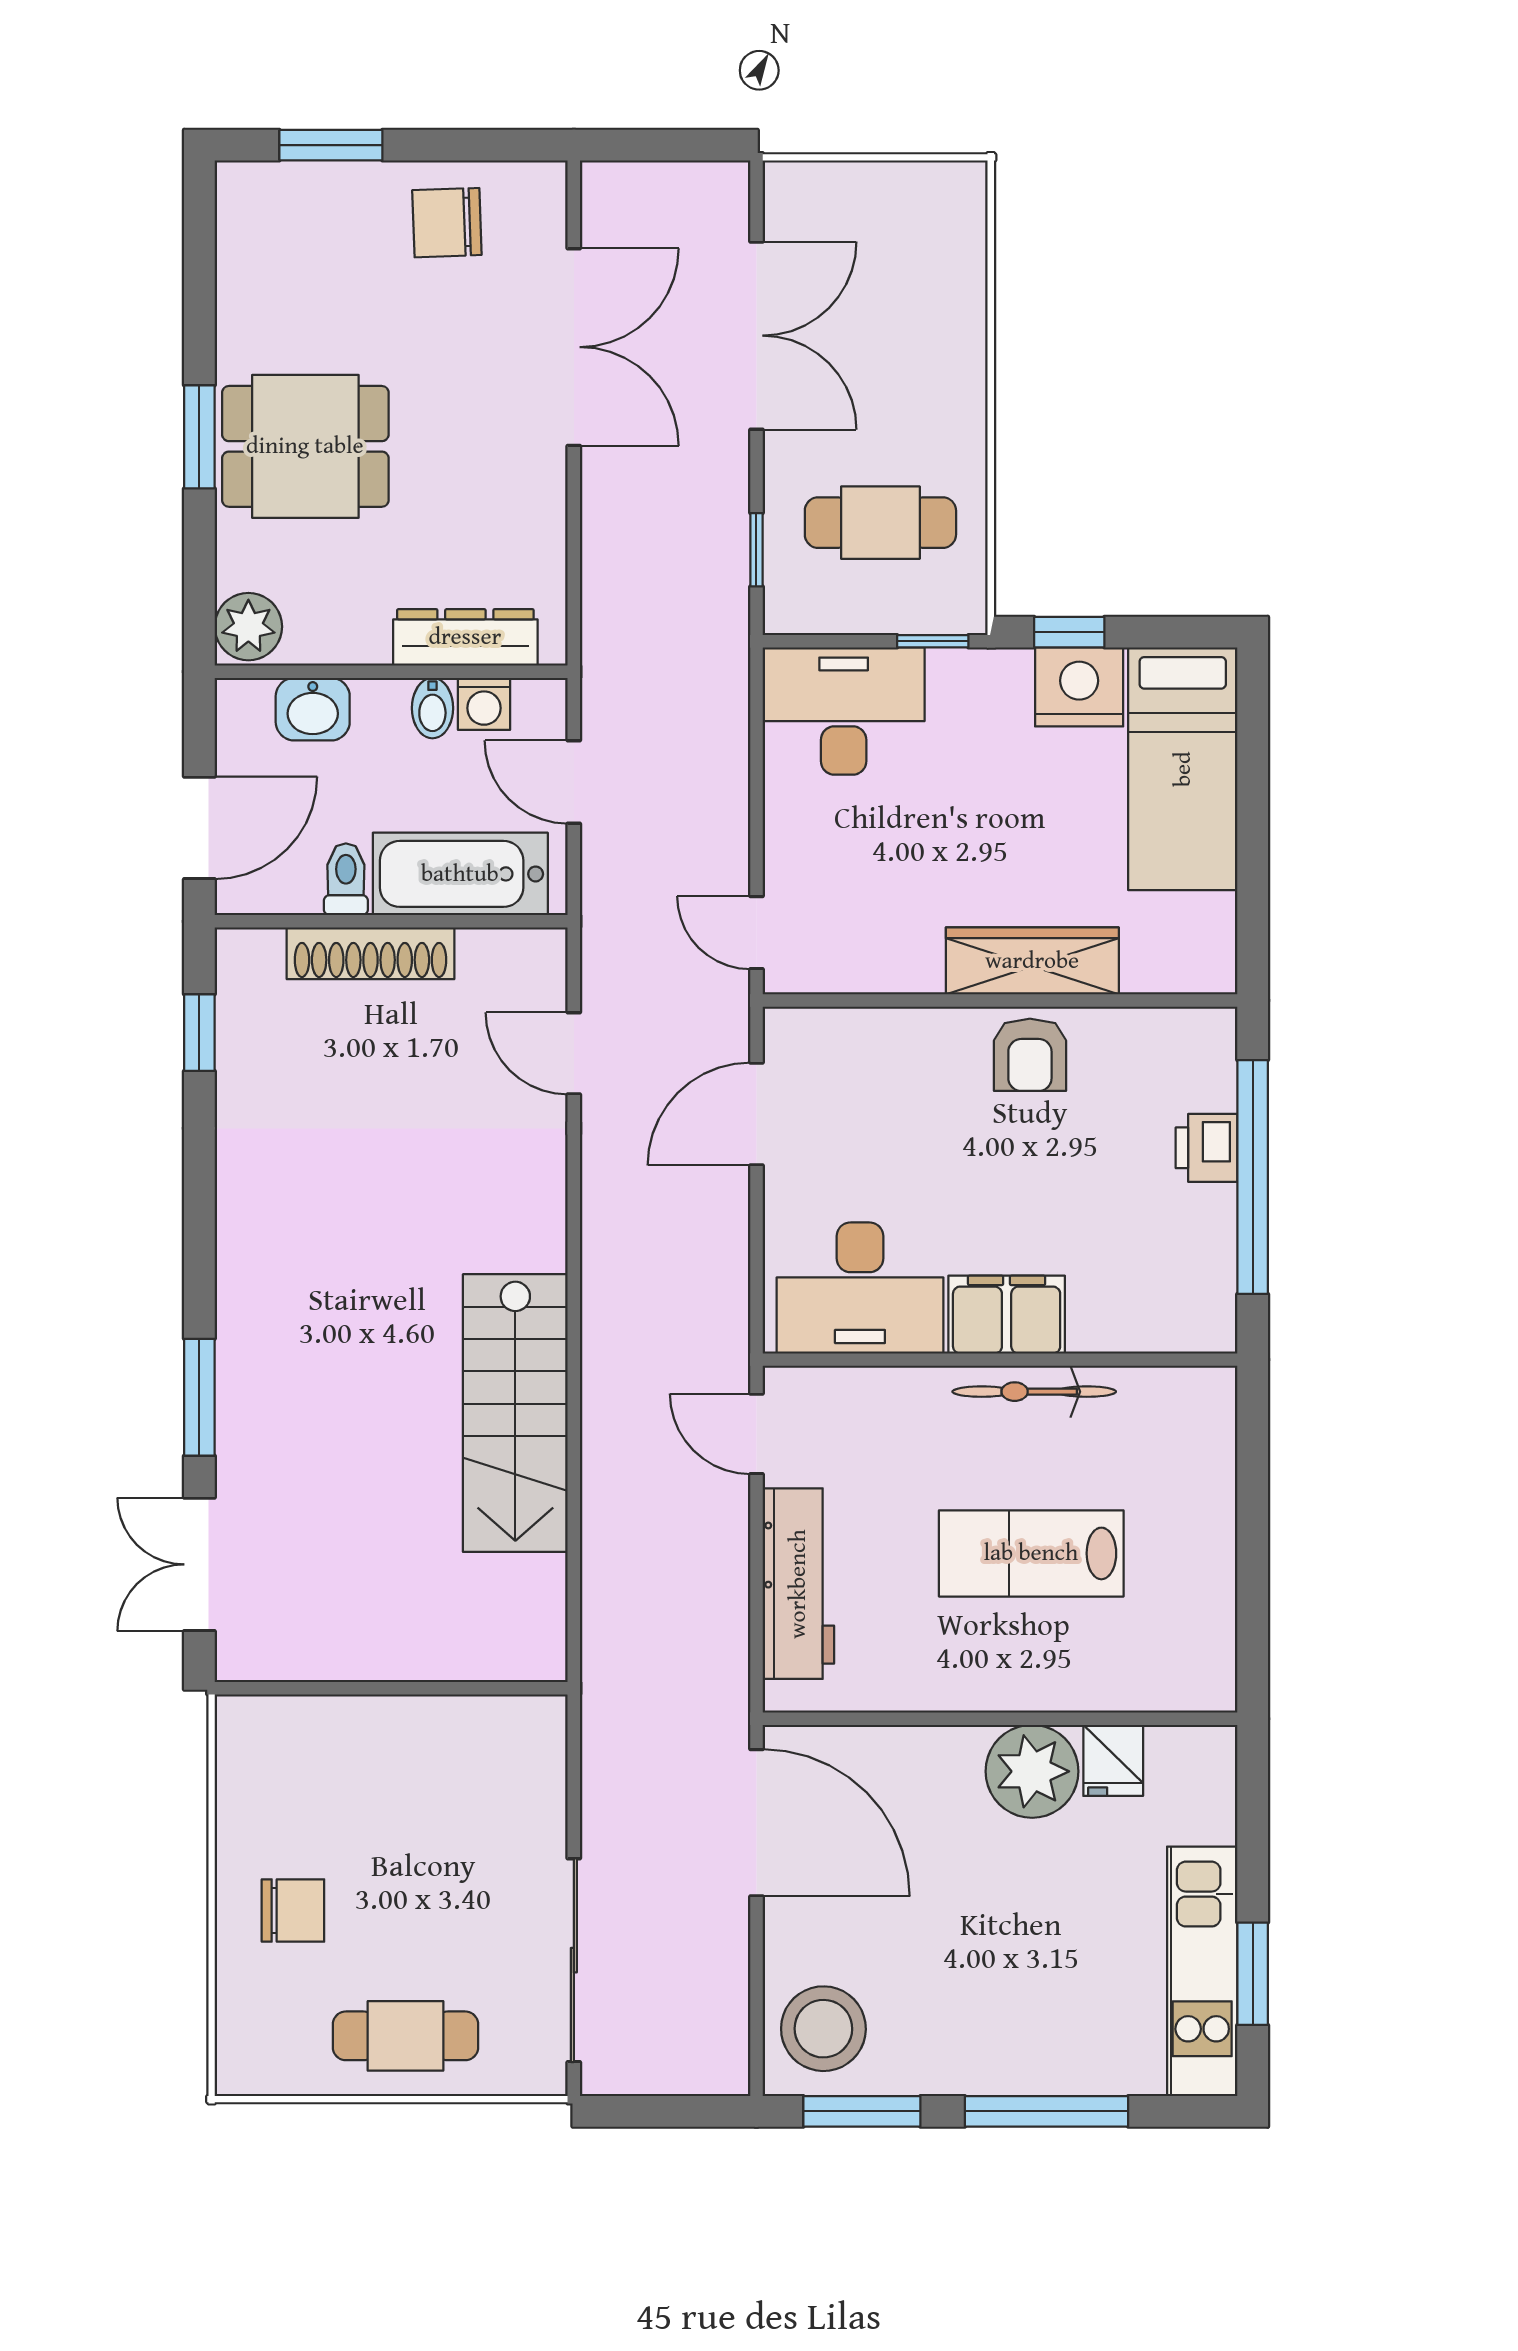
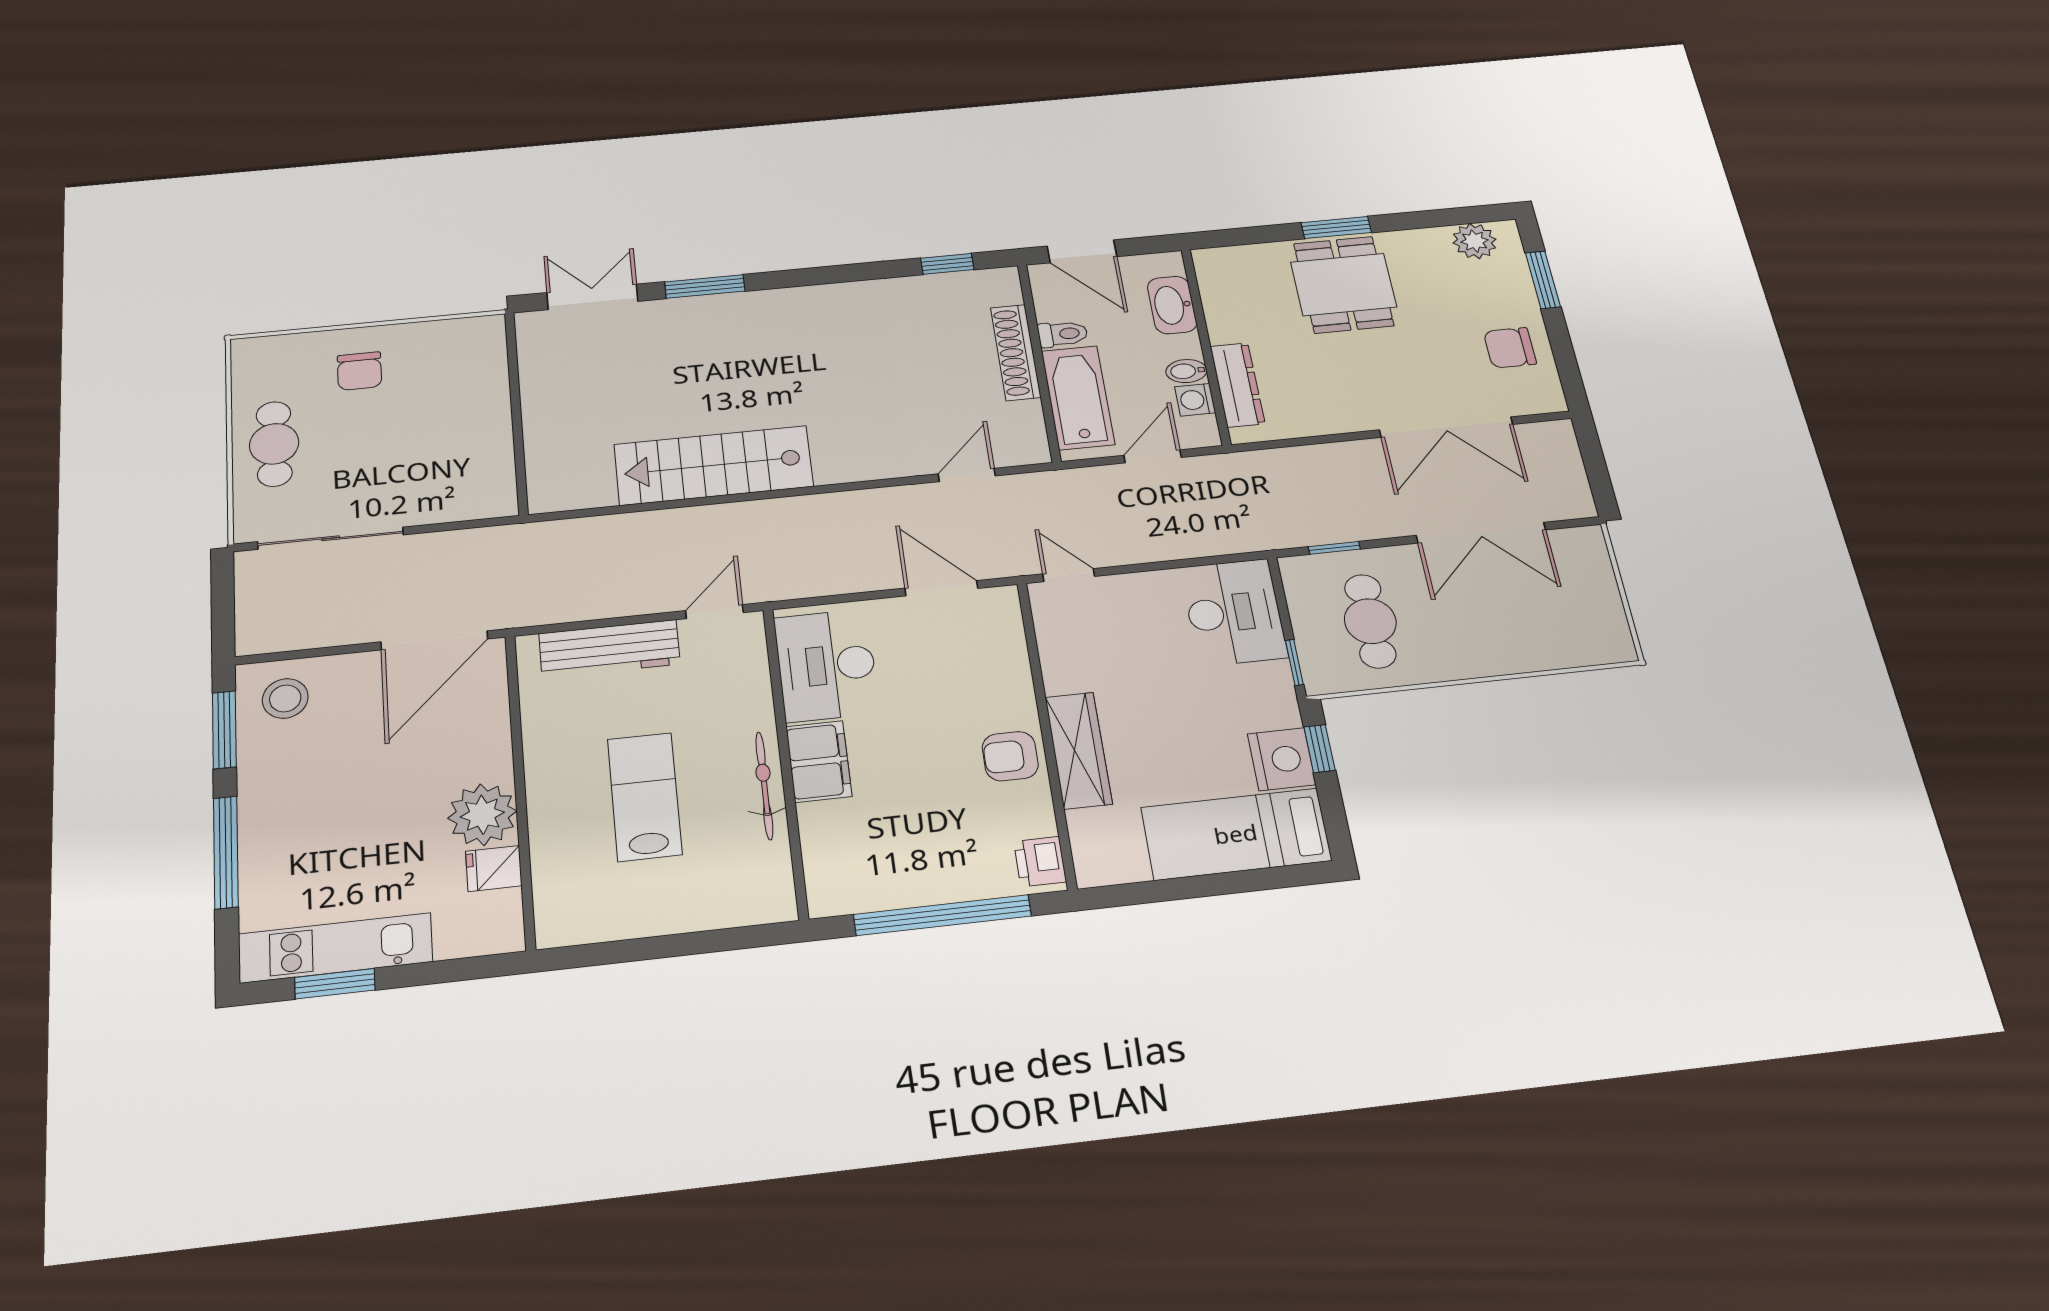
chair: (447, 223) -> (1510, 348), turned -88
plant: (248, 627) -> (1475, 241), moved
washbasin: (313, 709) -> (1172, 305), width x1.38
door: (756, 933) -> (1069, 575), hinge flipped
printer: (1207, 1148) -> (1040, 862), moved, turned -90
stool: (823, 2029) -> (285, 698), width x0.73, depth x0.73

